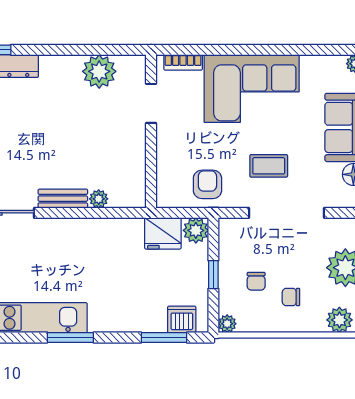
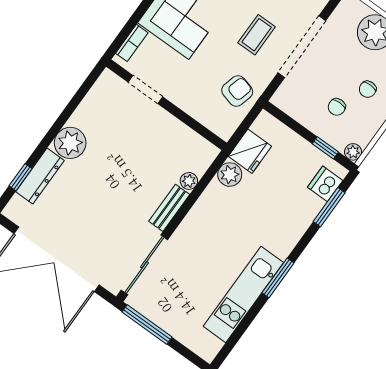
plant: (99, 71) -> (70, 143), moved
armchair: (207, 184) -> (237, 91), turned 105
plant: (196, 230) -> (230, 175), moved
window: (213, 275) -> (325, 148), moved
chair: (256, 281) -> (337, 107), turned 90

